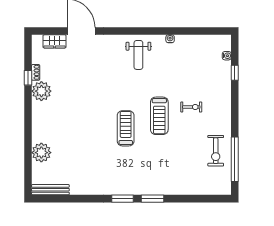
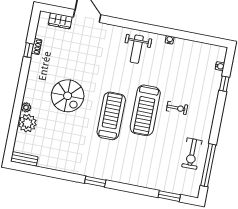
plant: (41, 91) -> (26, 107), moved, width x0.53, depth x0.53
treadmill: (159, 116) -> (145, 110), width x1.37, depth x1.38
spiral stairs: (77, 117) -> (68, 96), added
treadmill: (126, 128) -> (111, 116), width x1.37, depth x1.38
bench: (50, 190) -> (24, 159), width x0.73
window: (152, 199) -> (169, 196), moved

